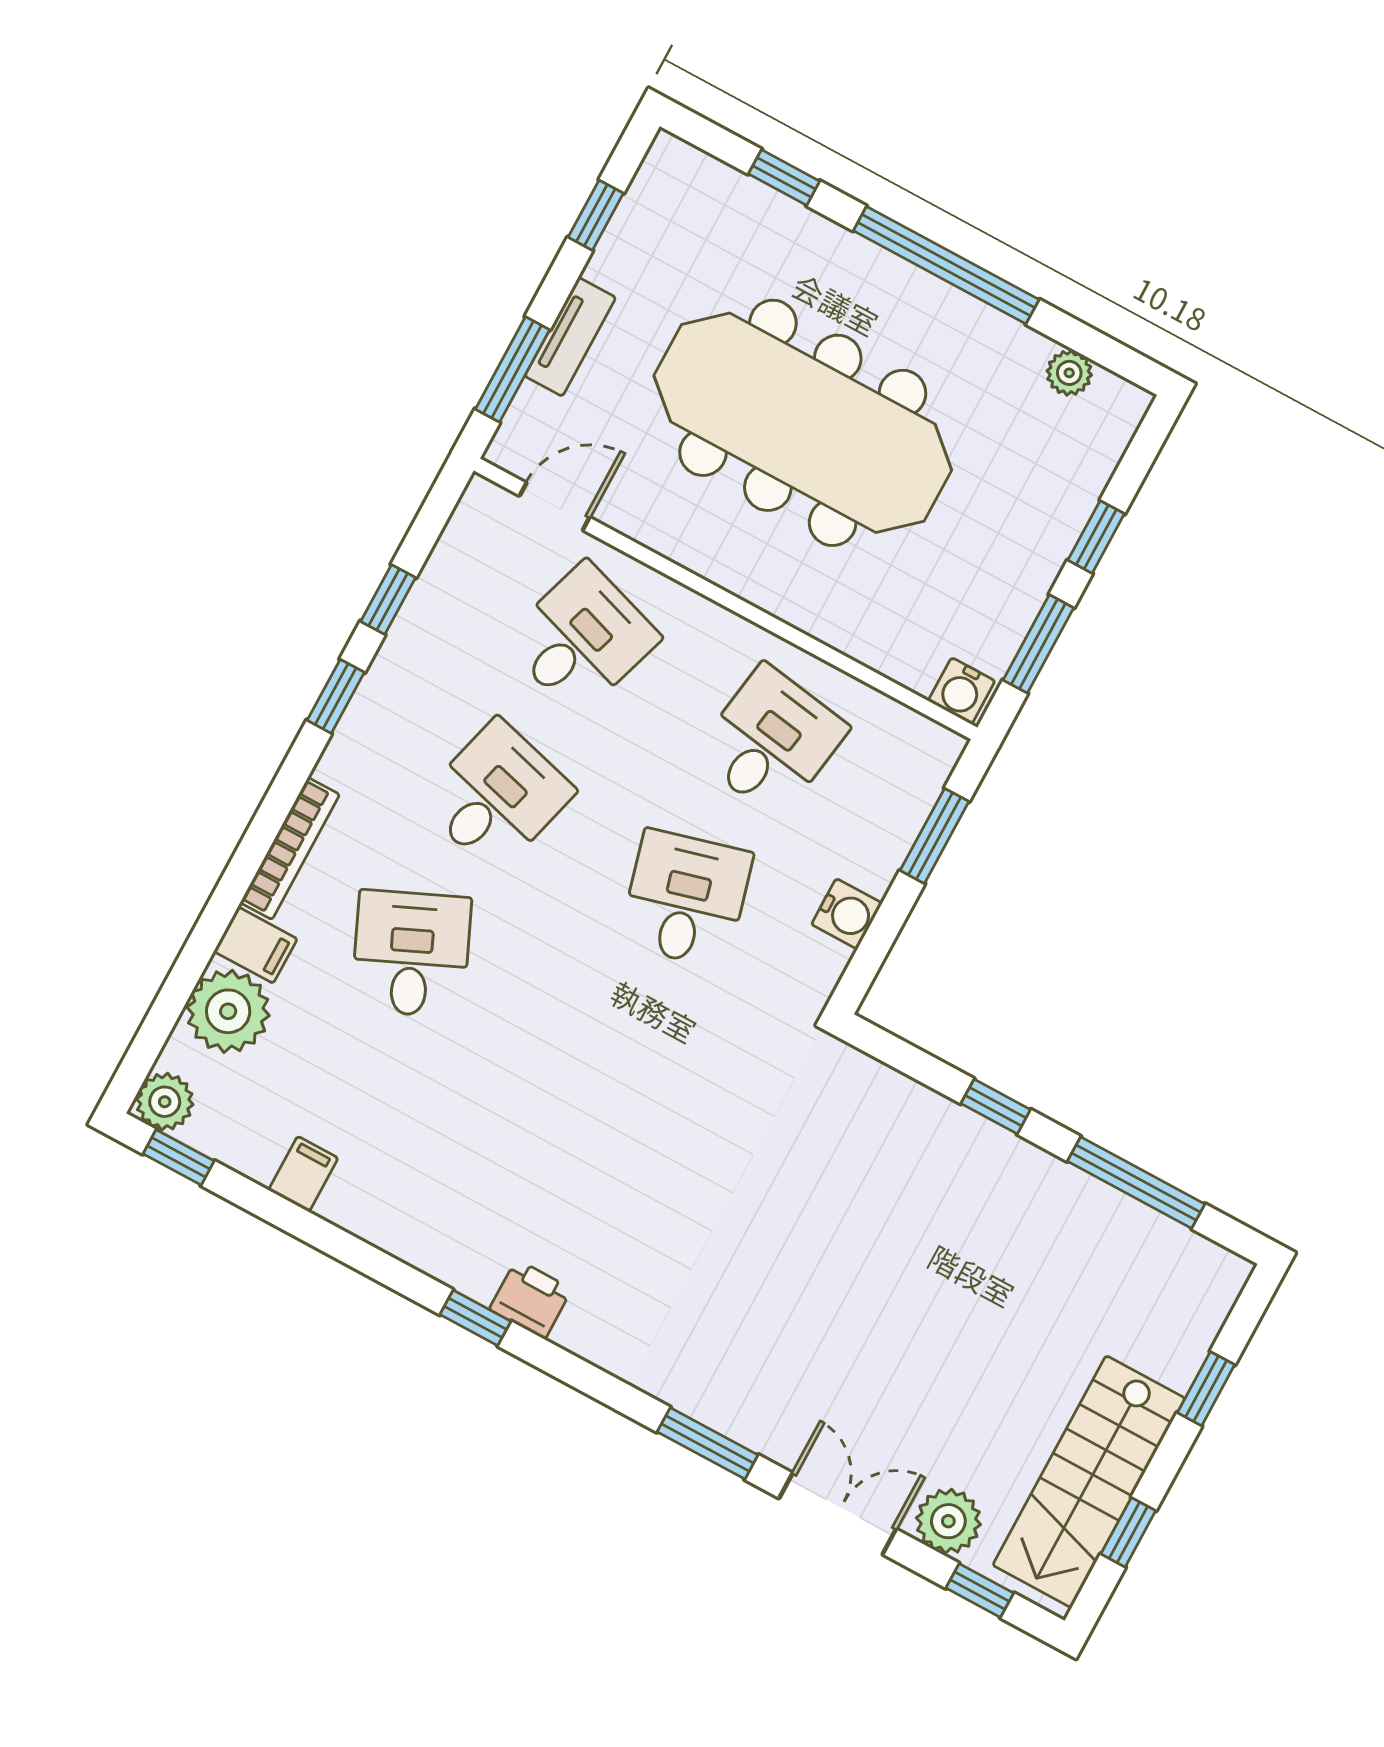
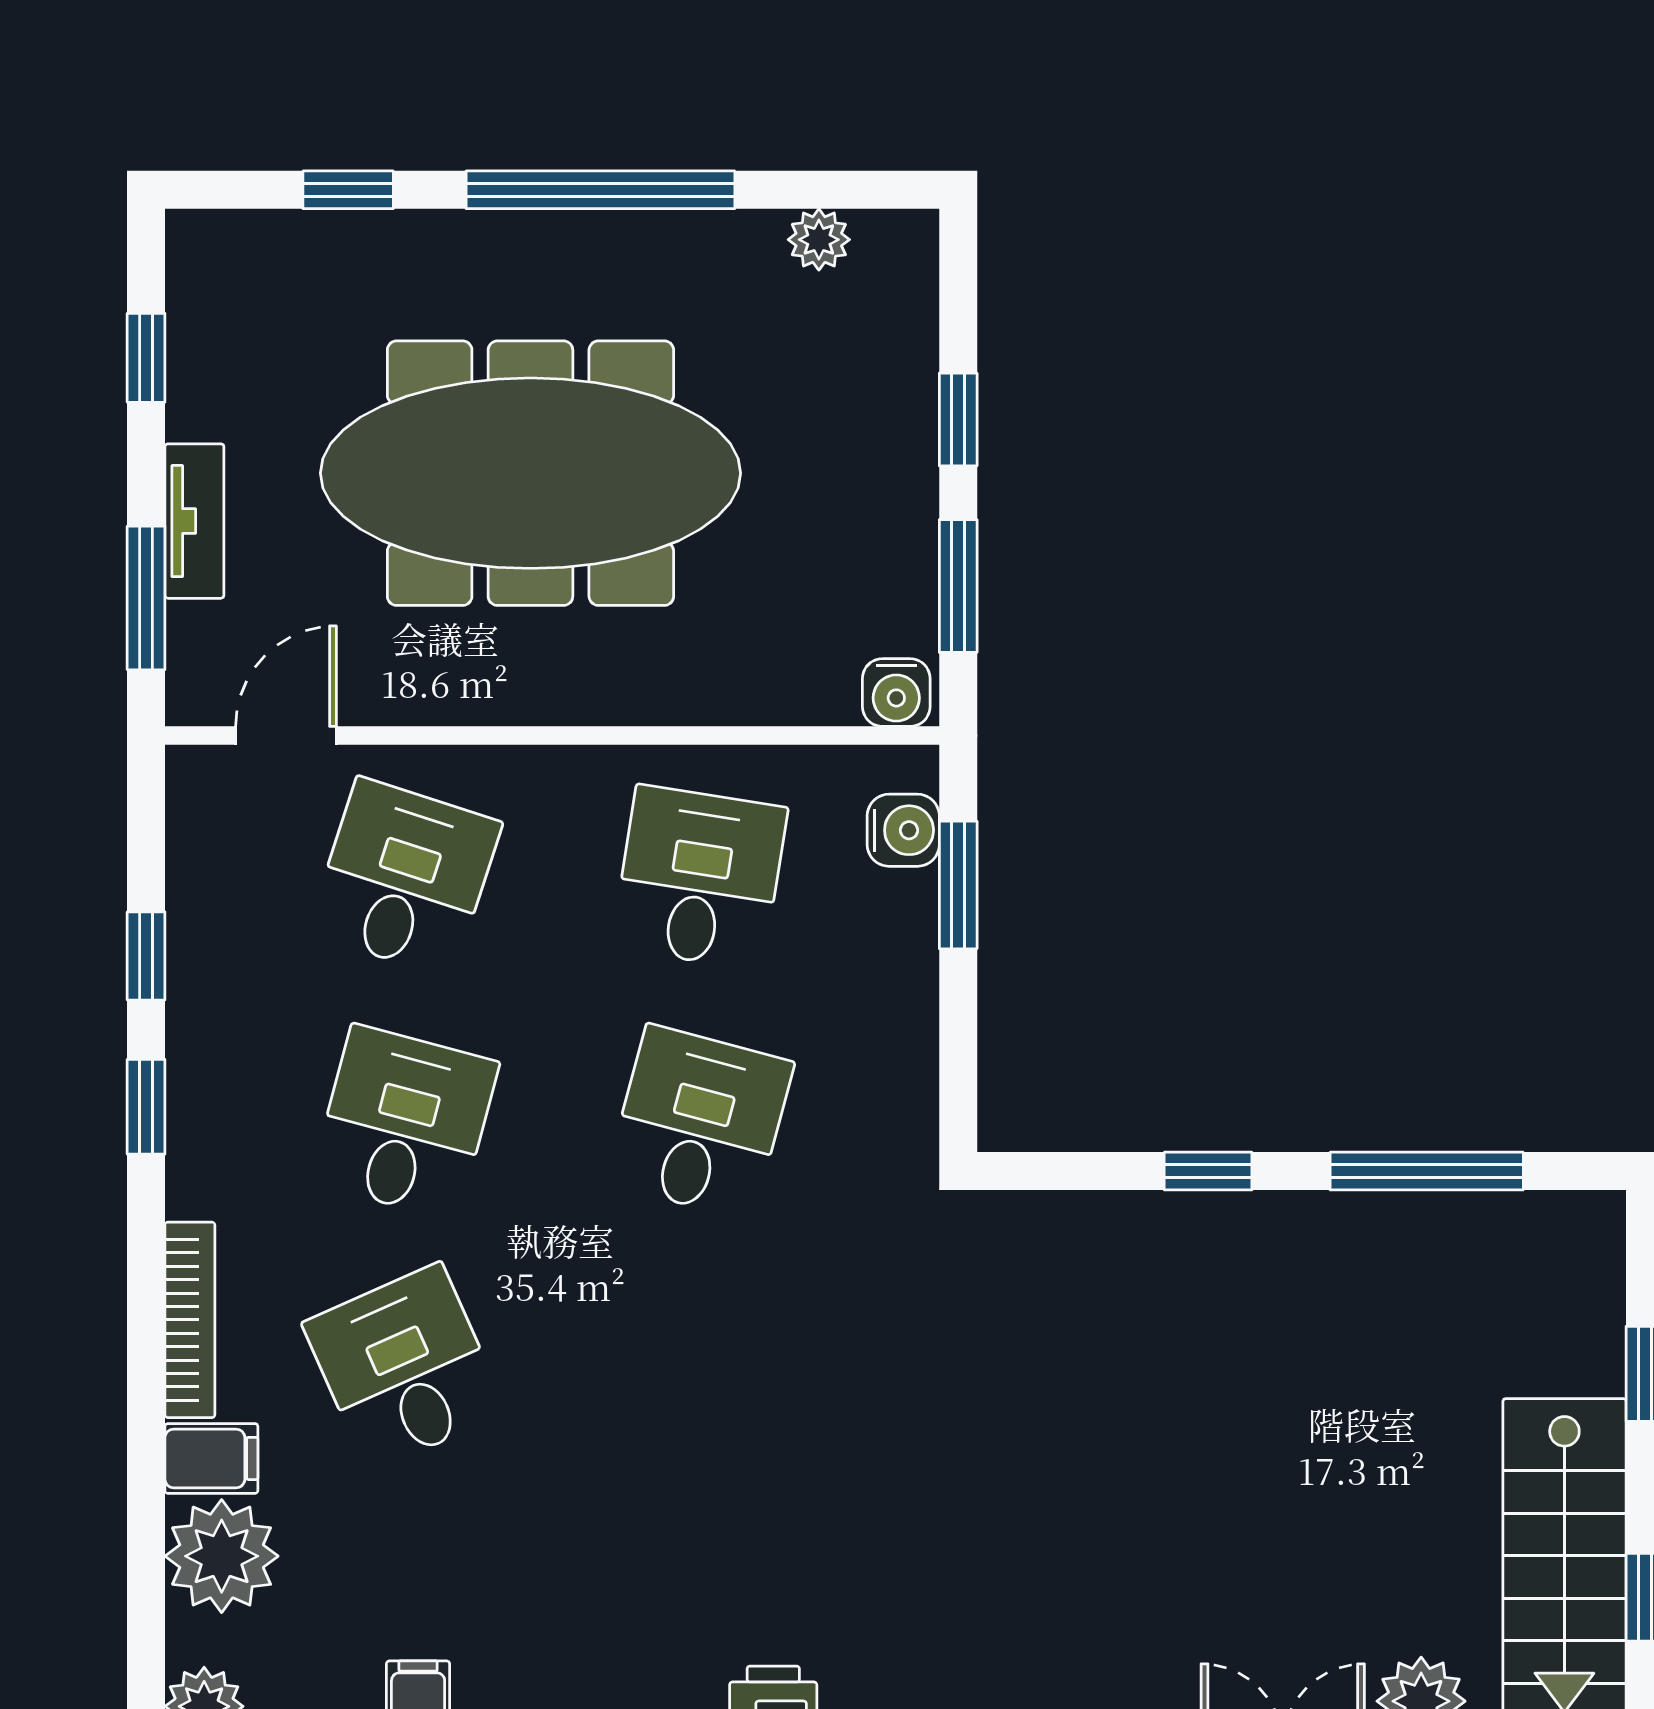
desk: (686, 899) -> (699, 1123), turned 30
water cooler: (847, 914) -> (903, 830), moved

